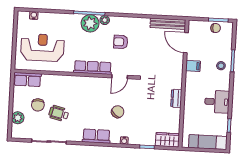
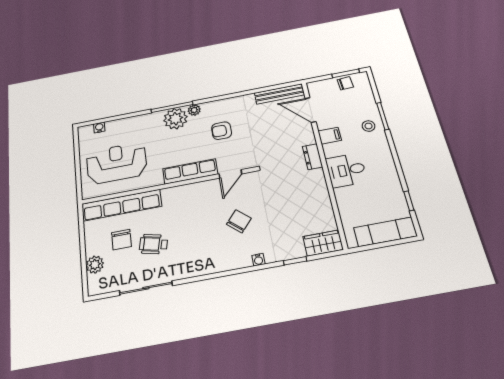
row of seats: (28, 80) -> (122, 205), width x2.02
dresser: (176, 98) -> (313, 157), moved
desk: (217, 102) -> (346, 170), moved, turned 180
row of seats: (96, 136) -> (215, 263), removed

